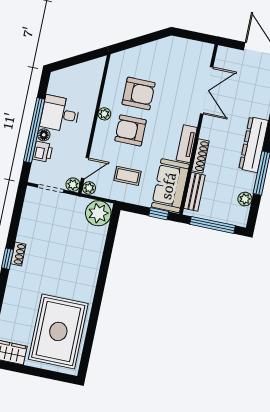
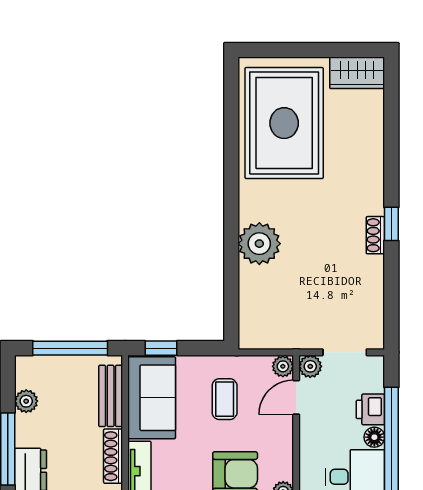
coffee table: (127, 176) -> (225, 399), turned 90
plant: (98, 213) -> (259, 244), moved

